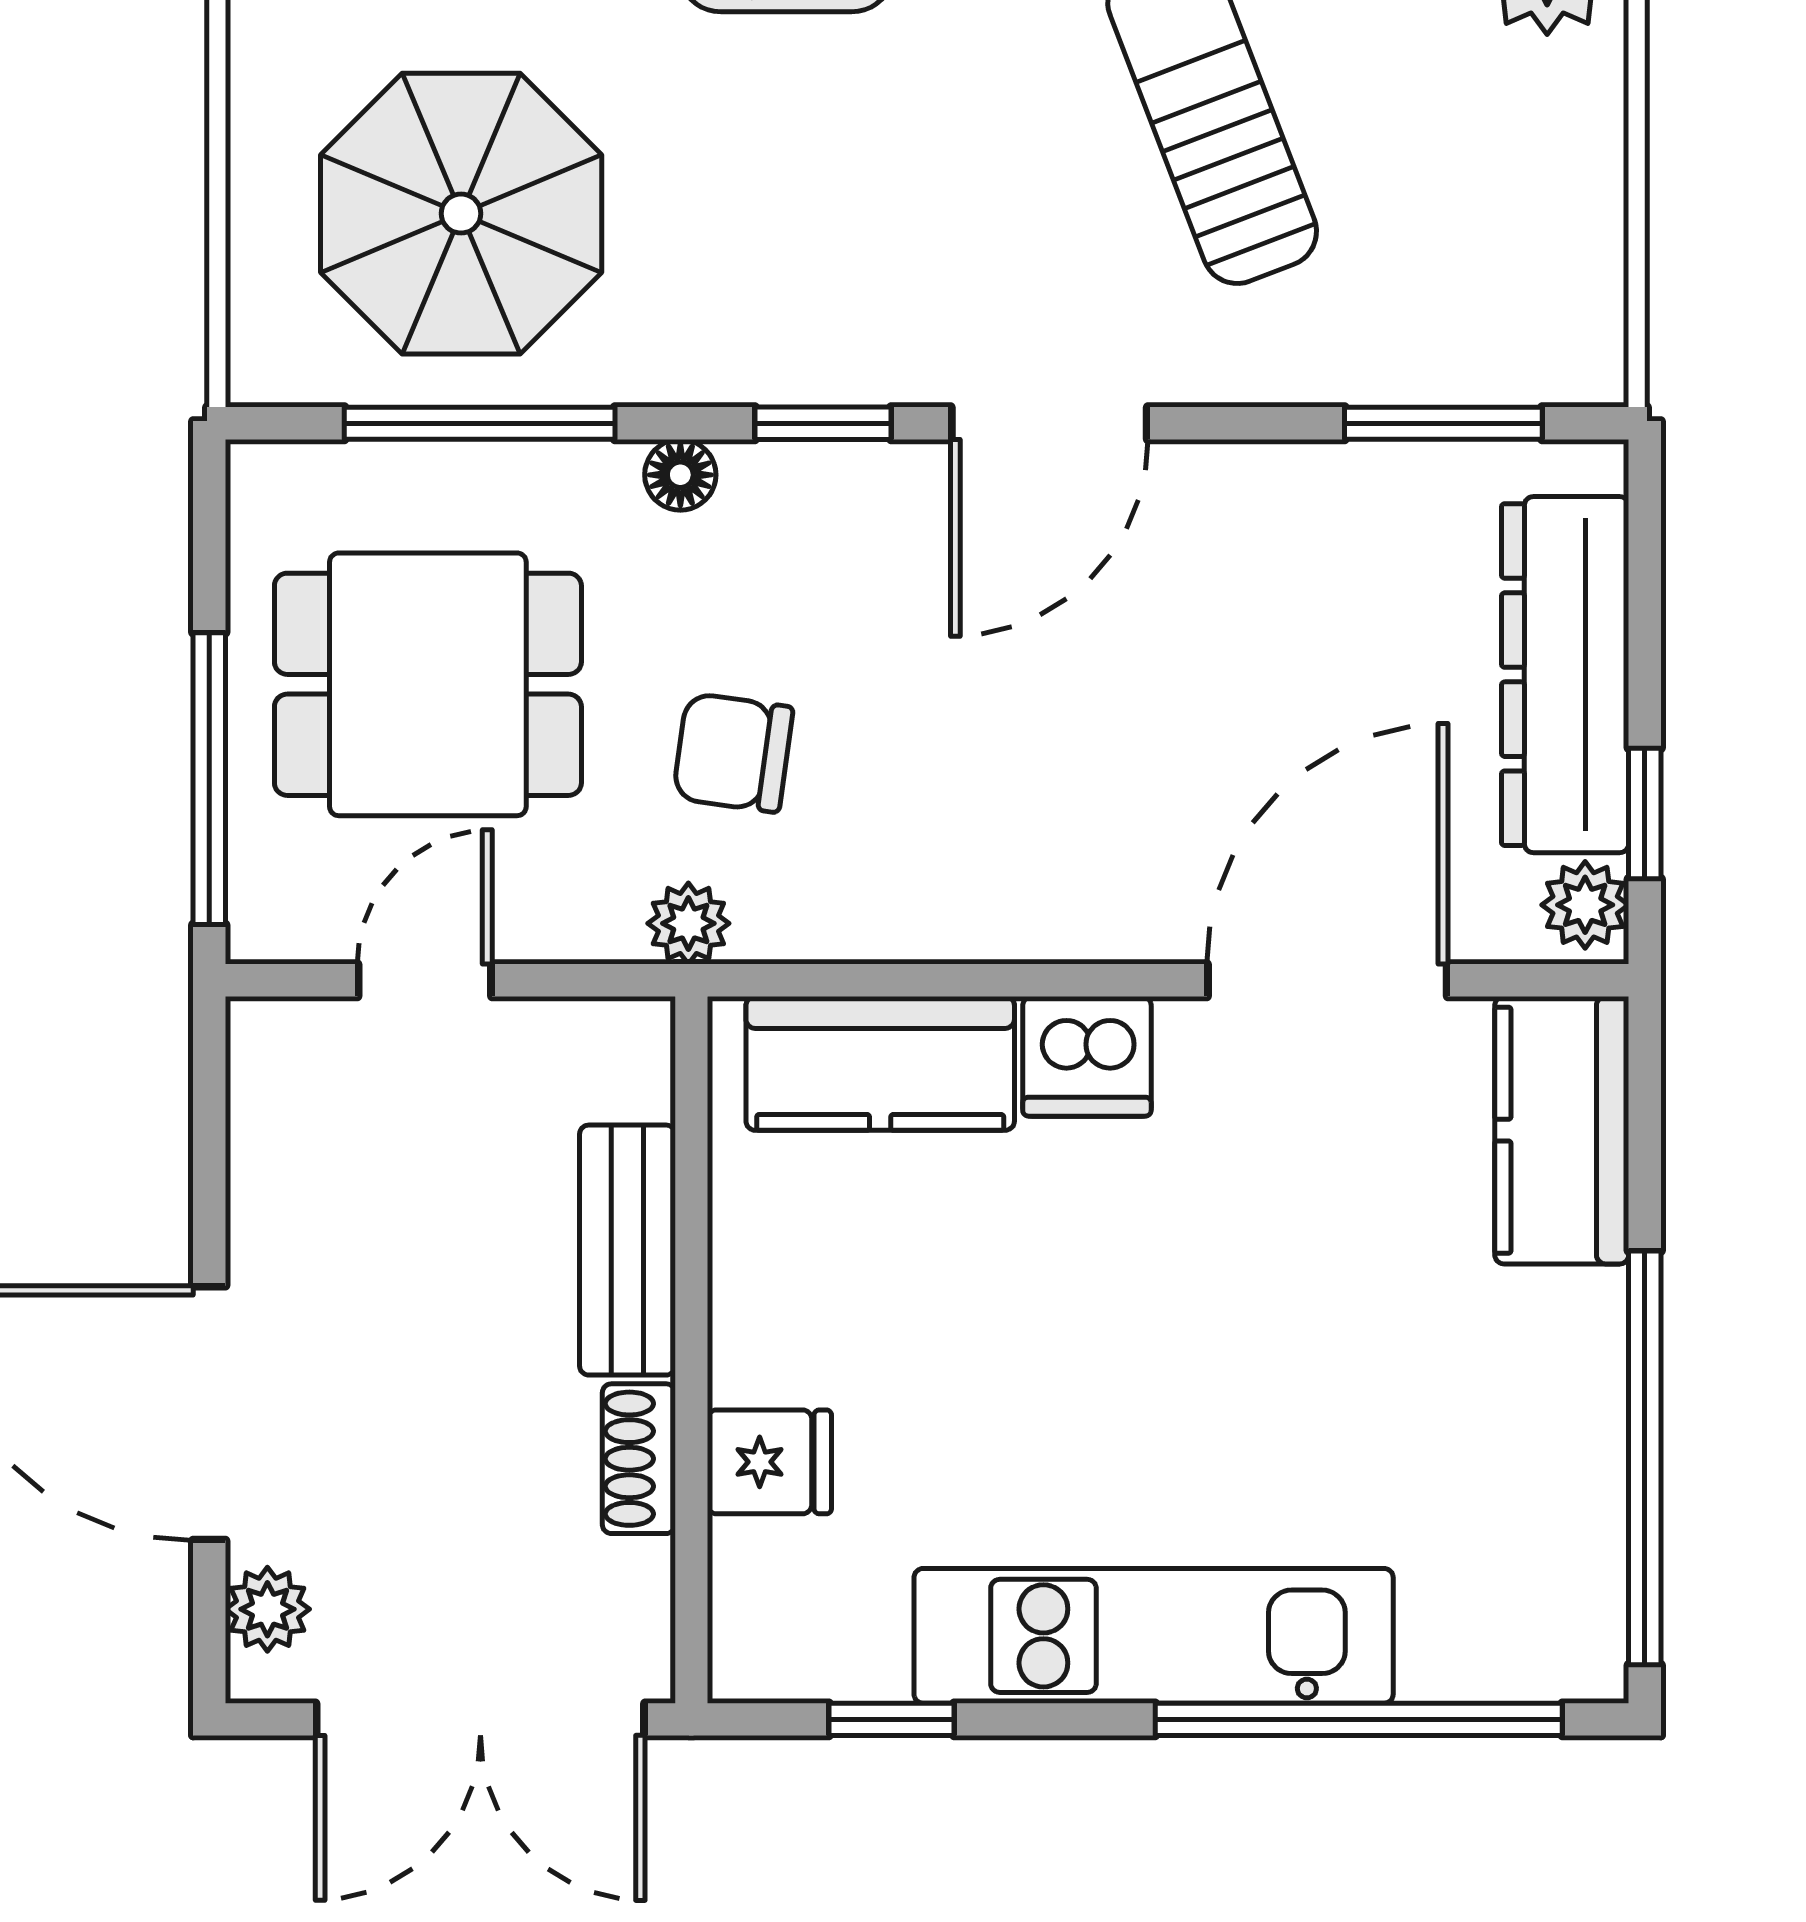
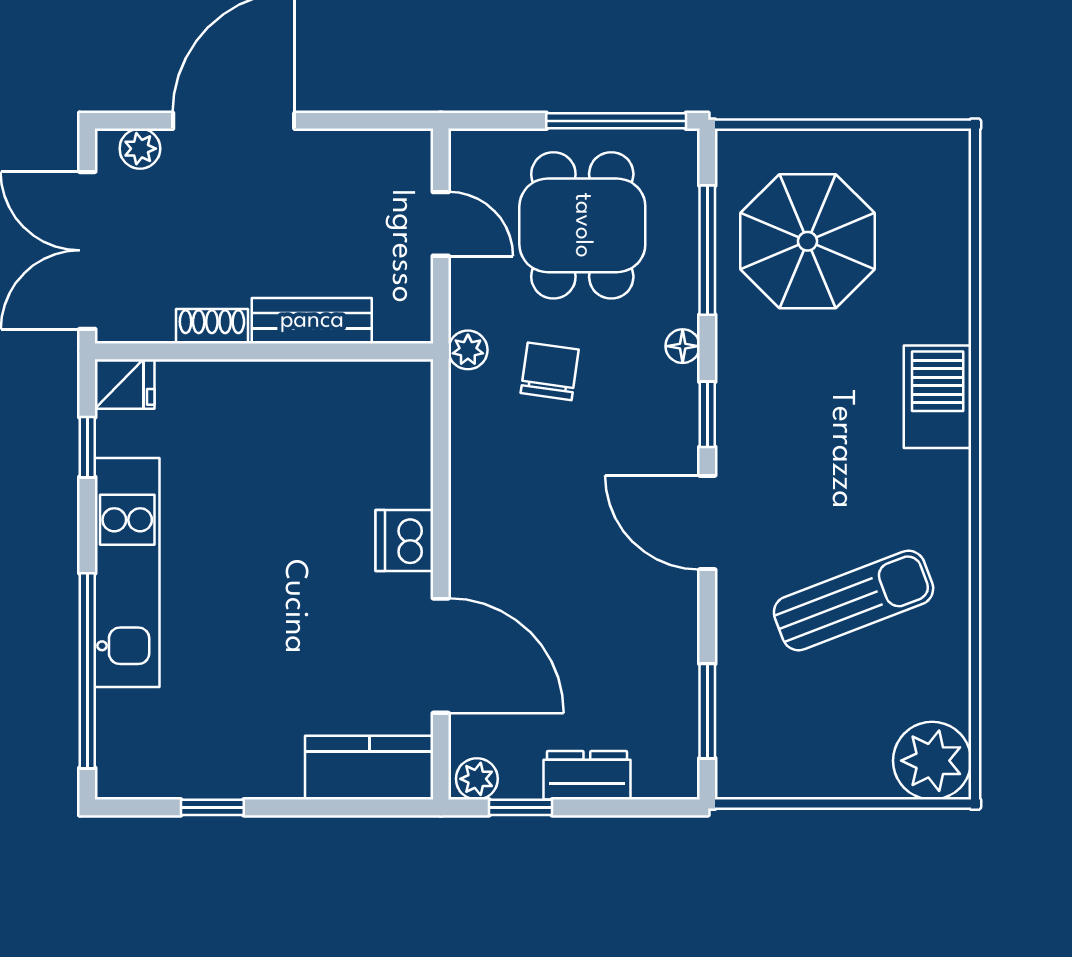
dresser: (1565, 675) -> (587, 775), width x0.51, depth x0.80
window: (209, 779) -> (616, 121), moved
kitchen counter: (880, 1063) -> (401, 442), removed
window: (1645, 1458) -> (212, 807), width x0.32
fridge: (769, 1462) -> (125, 384), moved, turned -90

